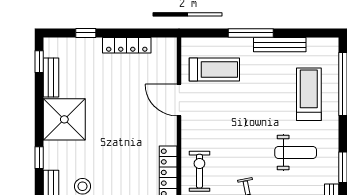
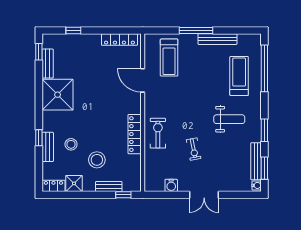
locker: (127, 45) -> (119, 40), moved
treadmill: (214, 69) -> (169, 58), turned 90
window: (39, 158) -> (39, 138), moved

